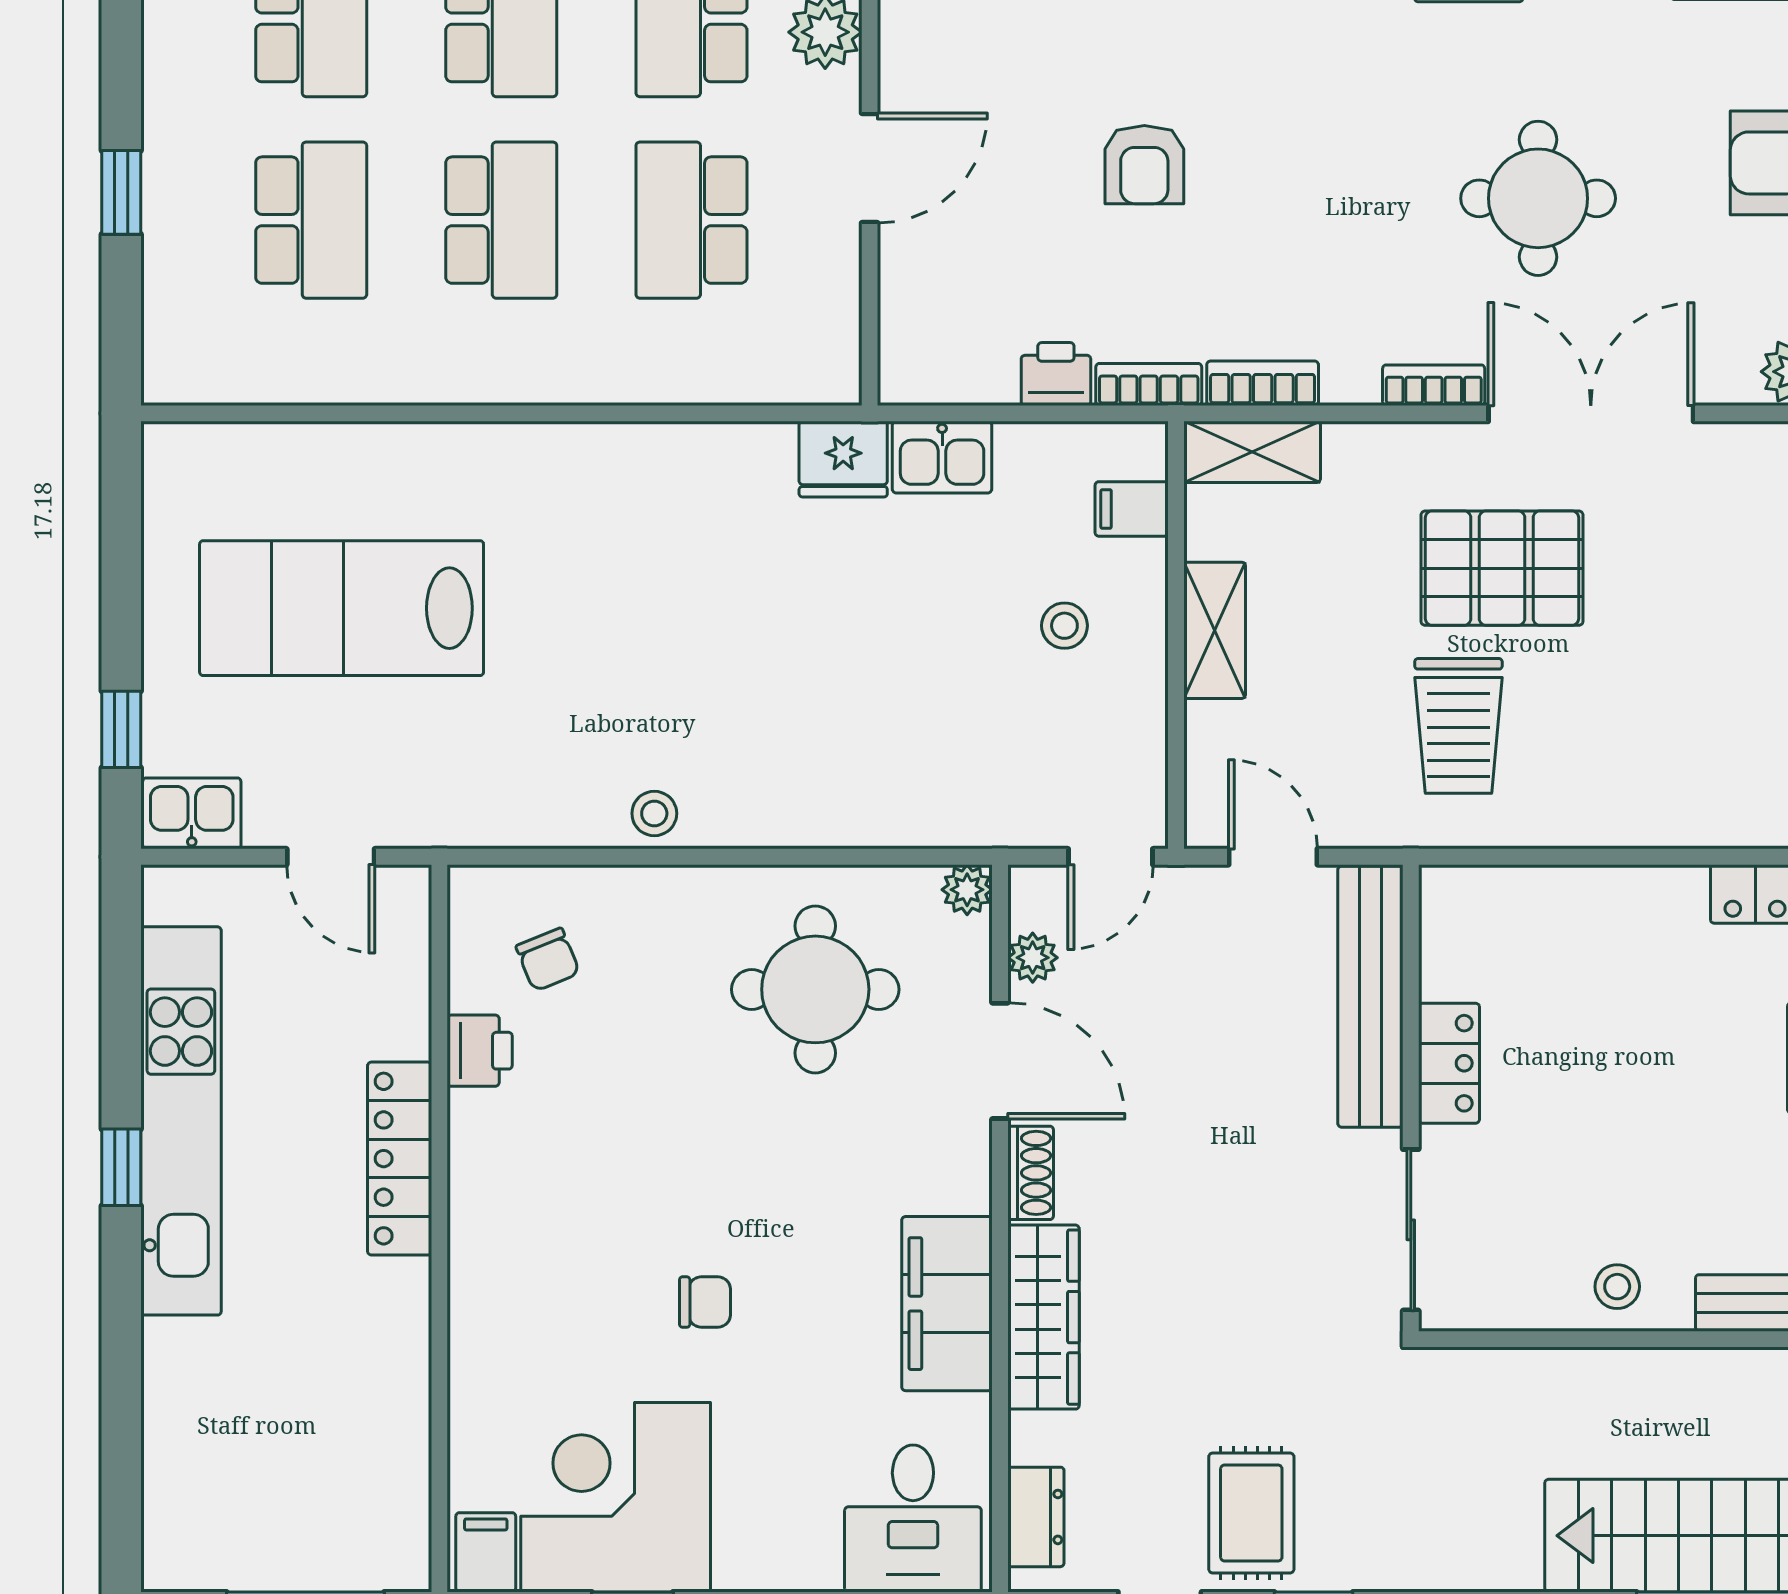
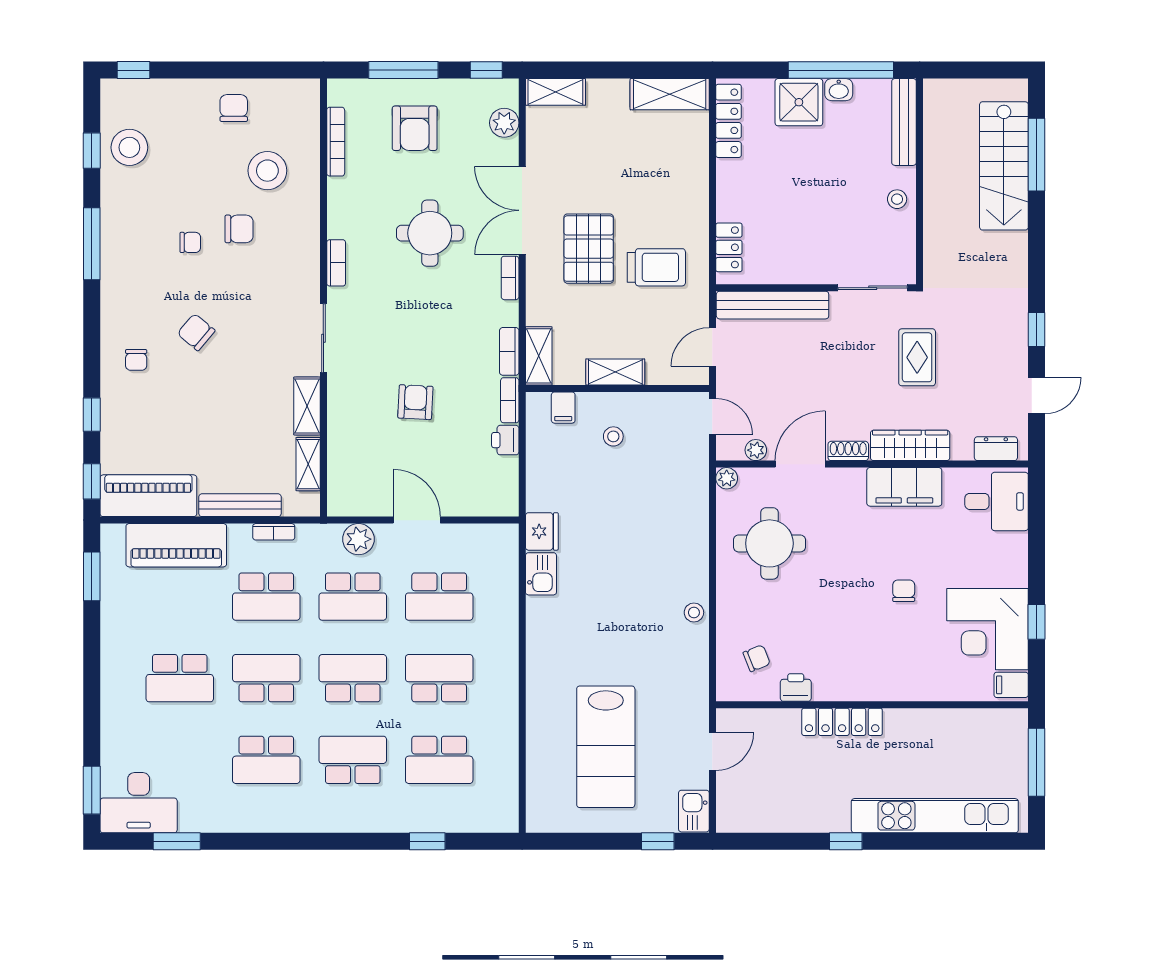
armchair: (1144, 165) -> (415, 402), turned -87
school desk: (311, 220) -> (439, 760), turned 180
kitchen sink: (942, 457) -> (541, 574), moved
locker: (1449, 1063) -> (729, 247), moved, turned 90
kitchen unit: (181, 1121) -> (935, 816), moved
rug: (1251, 1513) -> (917, 357), moved, turned 90

